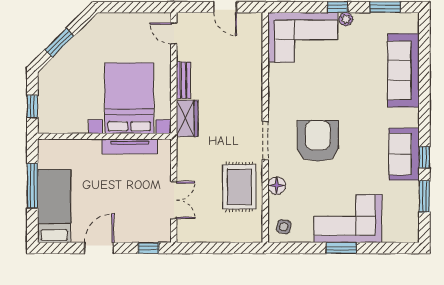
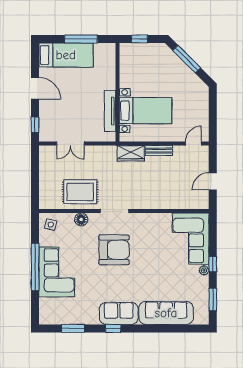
window: (60, 43) -> (187, 59), width x1.44
bed with nightstands: (129, 98) -> (146, 111), width x0.73
sofa: (404, 154) -> (119, 313), moved
window: (424, 157) -> (113, 328), moved
window: (341, 248) -> (35, 267), width x2.11

